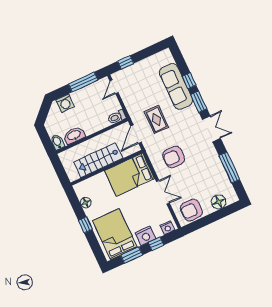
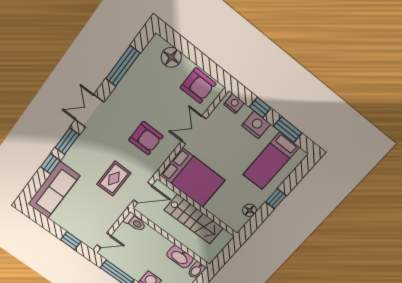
sofa: (176, 86) -> (54, 190), moved
bed: (115, 234) -> (271, 161), width x0.67

